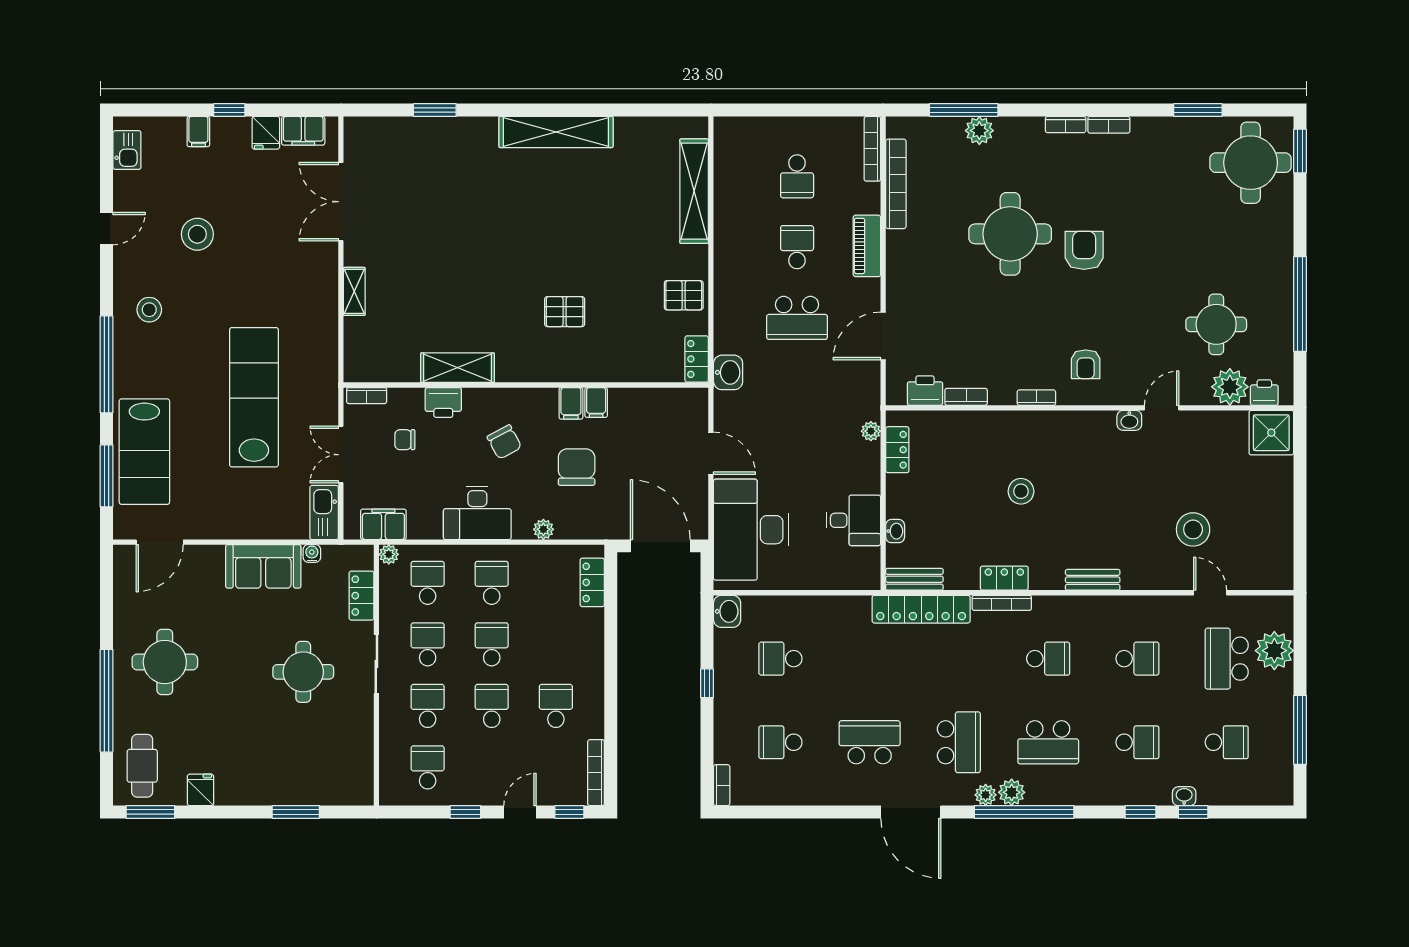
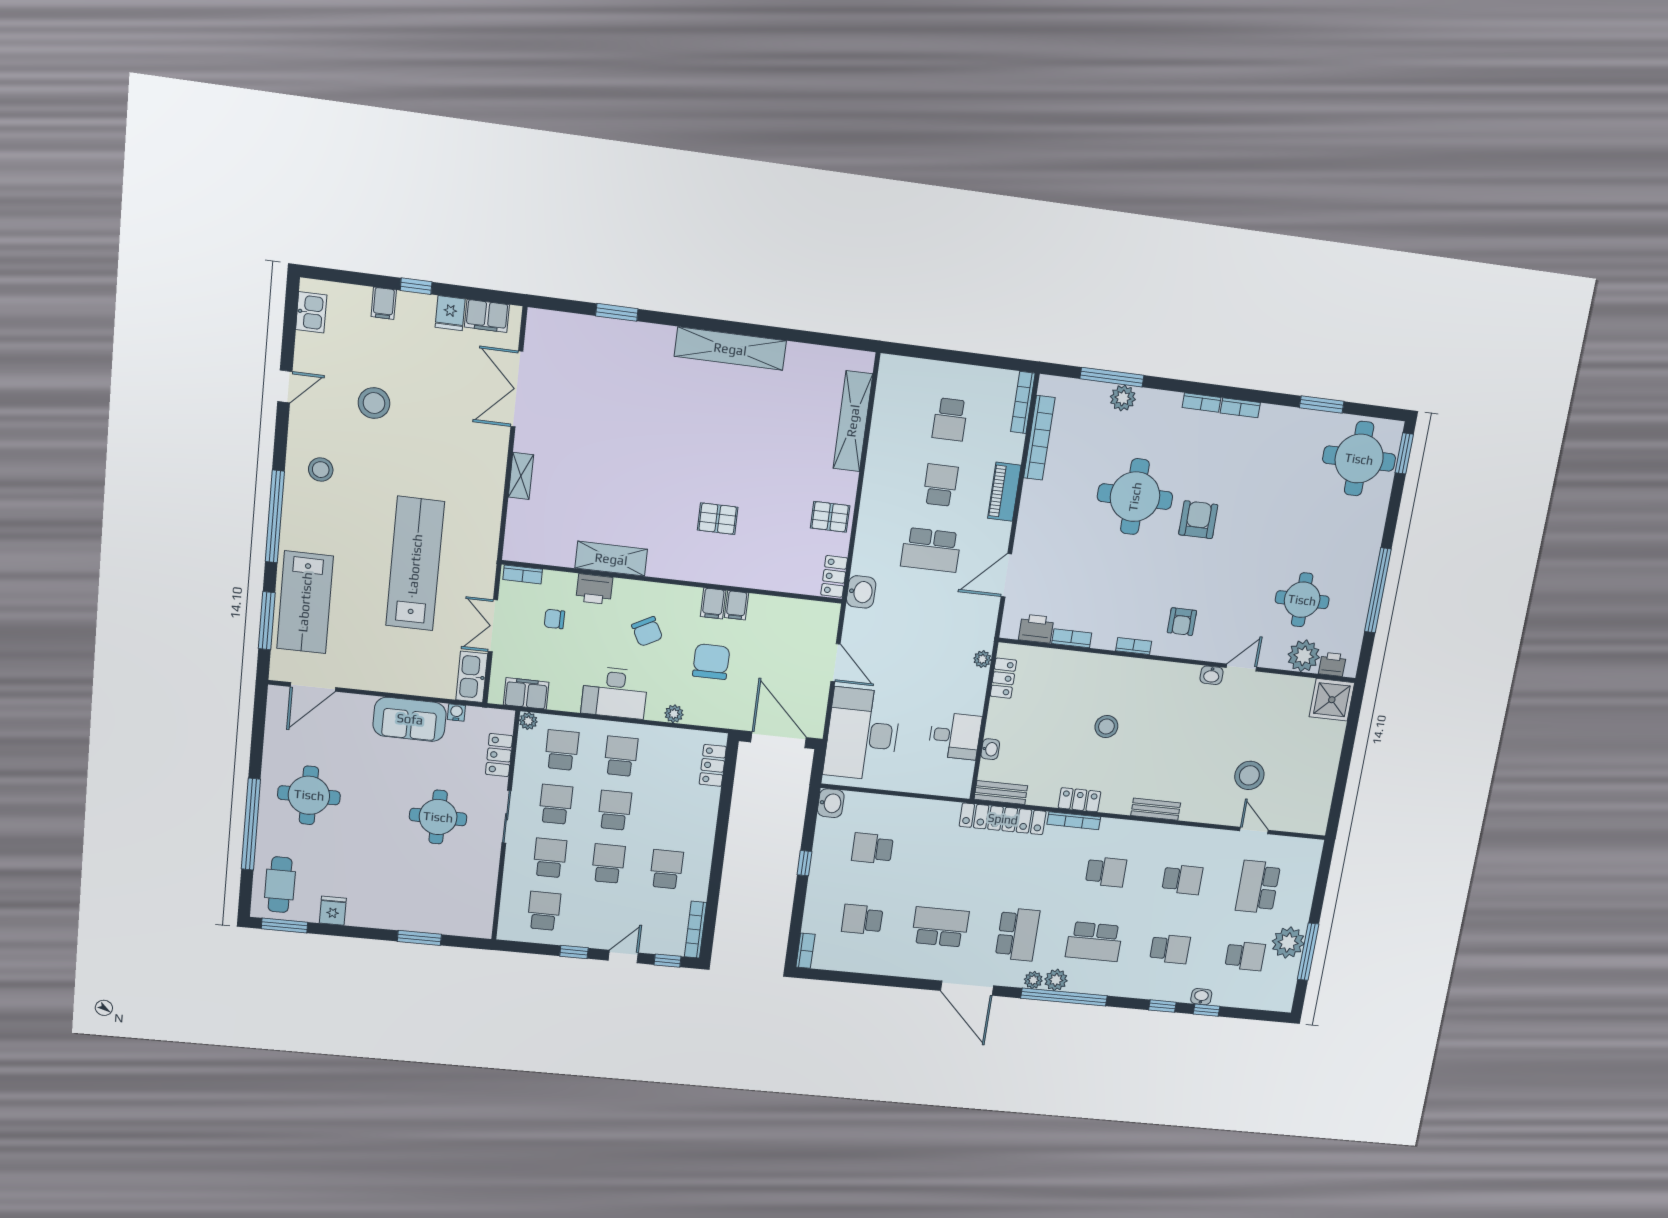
plant: (1274, 651) -> (1288, 943), moved

